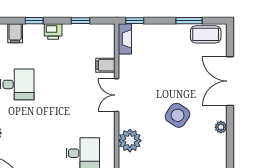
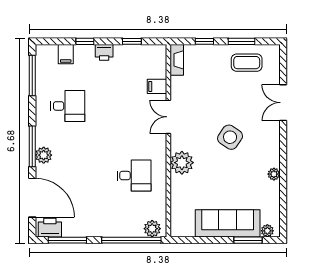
window: (135, 21) -> (204, 41), moved
coffee table: (206, 34) -> (247, 63), moved
double door: (230, 81) -> (283, 103), width x0.73
plant: (221, 127) -> (274, 174), moved

